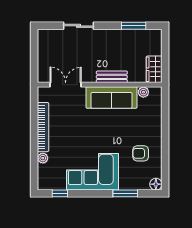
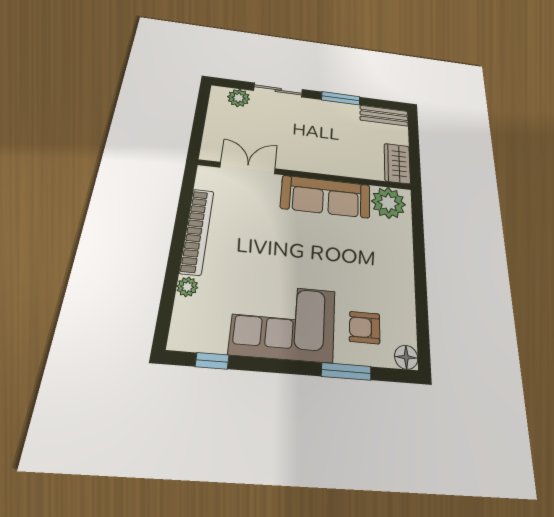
window: (134, 26) -> (341, 98), moved
plant: (55, 36) -> (239, 98), added
bench: (112, 77) -> (384, 116), moved
plant: (143, 92) -> (388, 203), width x1.88, depth x1.88
armchair: (141, 153) -> (365, 328), moved

